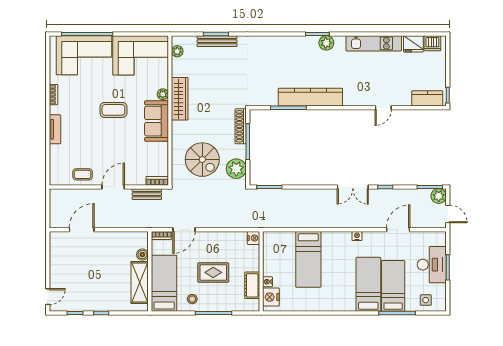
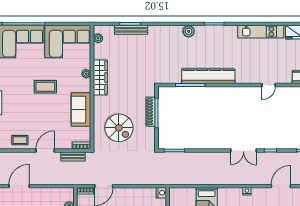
plant: (326, 43) -> (189, 31), moved
sofa: (156, 121) -> (81, 110), moved
shoe rack: (241, 126) -> (151, 112), moved
plant: (236, 169) -> (147, 135), removed

